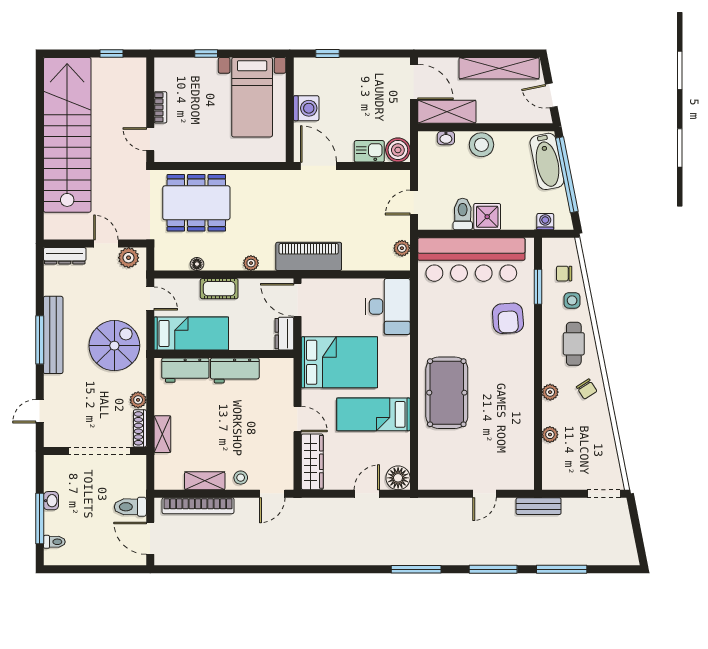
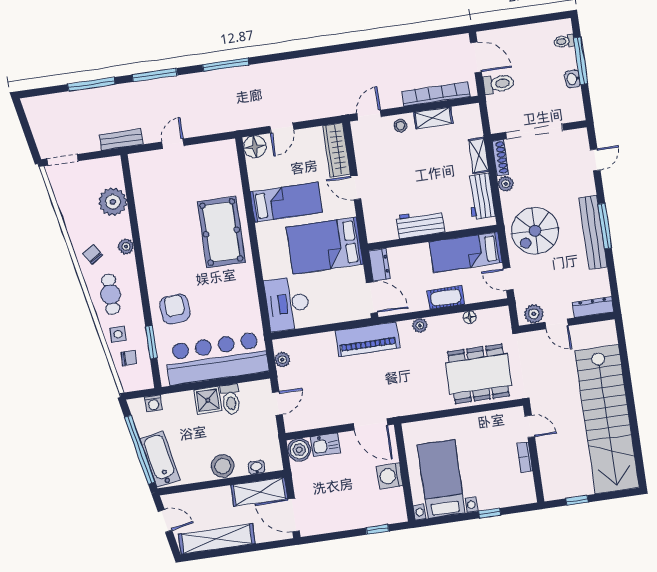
workbench: (185, 370) -> (481, 196), moved, turned -90
plant: (550, 435) -> (113, 202), width x1.87, depth x1.87

